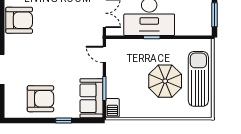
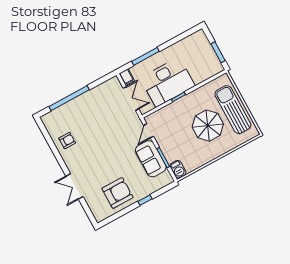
armchair: (19, 20) -> (67, 141), width x0.53, depth x0.53
door: (104, 54) -> (149, 131), hinge flipped
sofa: (91, 98) -> (151, 159), moved

